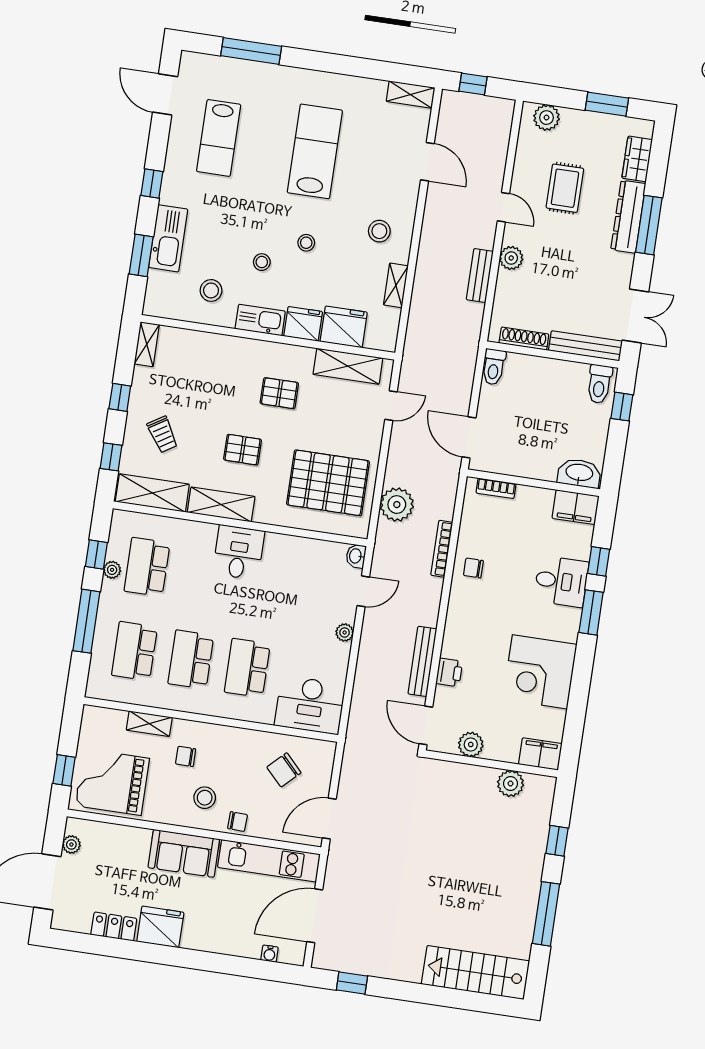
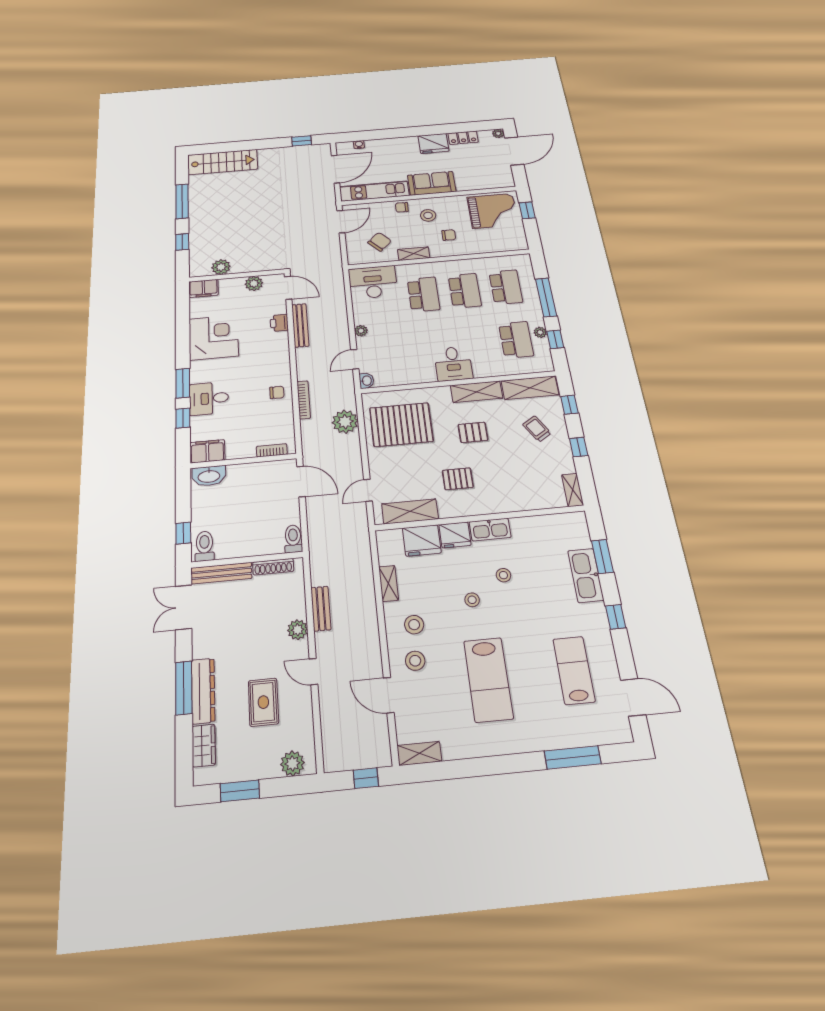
stool: (211, 290) -> (415, 661), moved
shelving: (149, 724) -> (414, 254), moved
plant: (71, 844) -> (498, 133), moved

